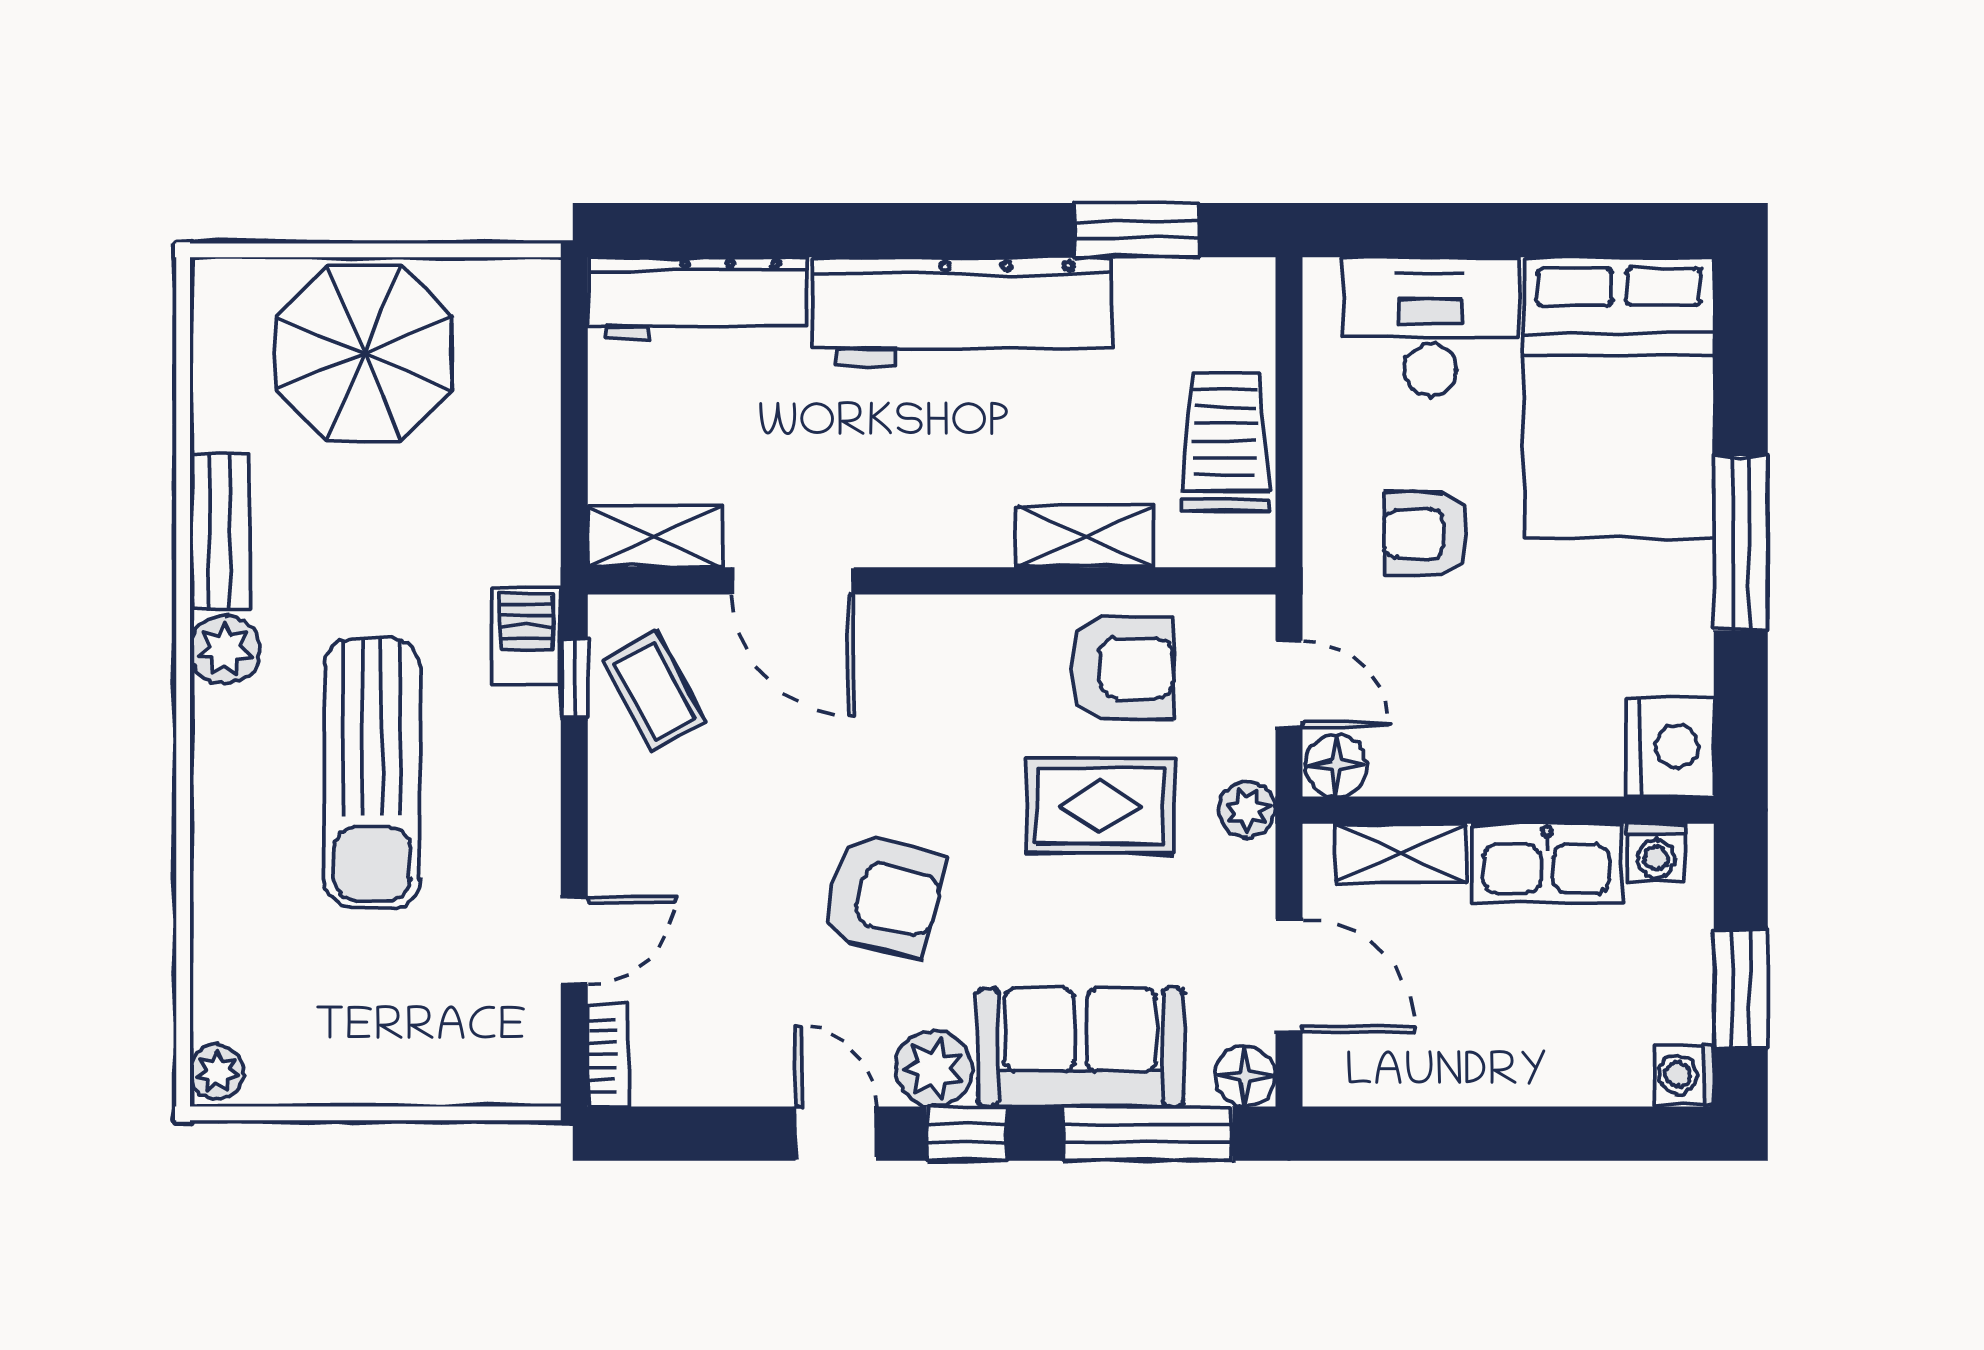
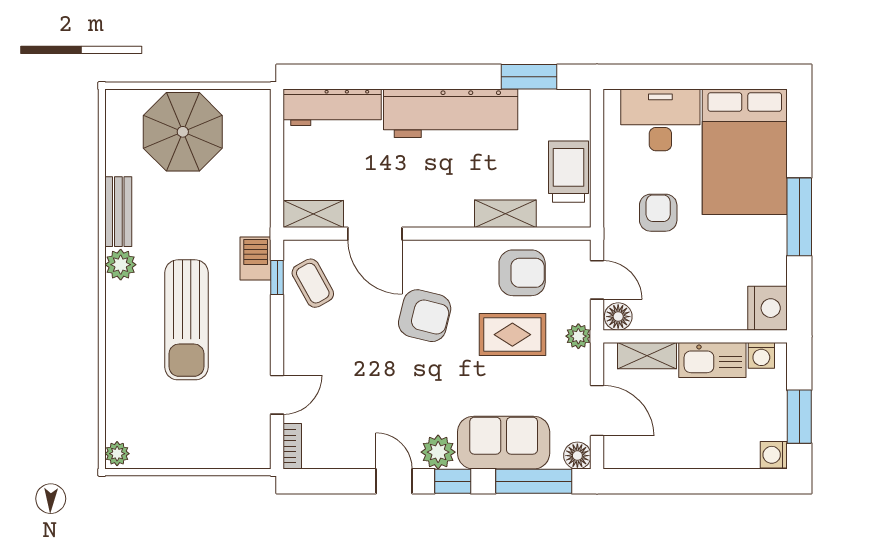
armchair: (1426, 534) -> (658, 213), turned 90
armchair: (883, 896) -> (425, 316), moved

